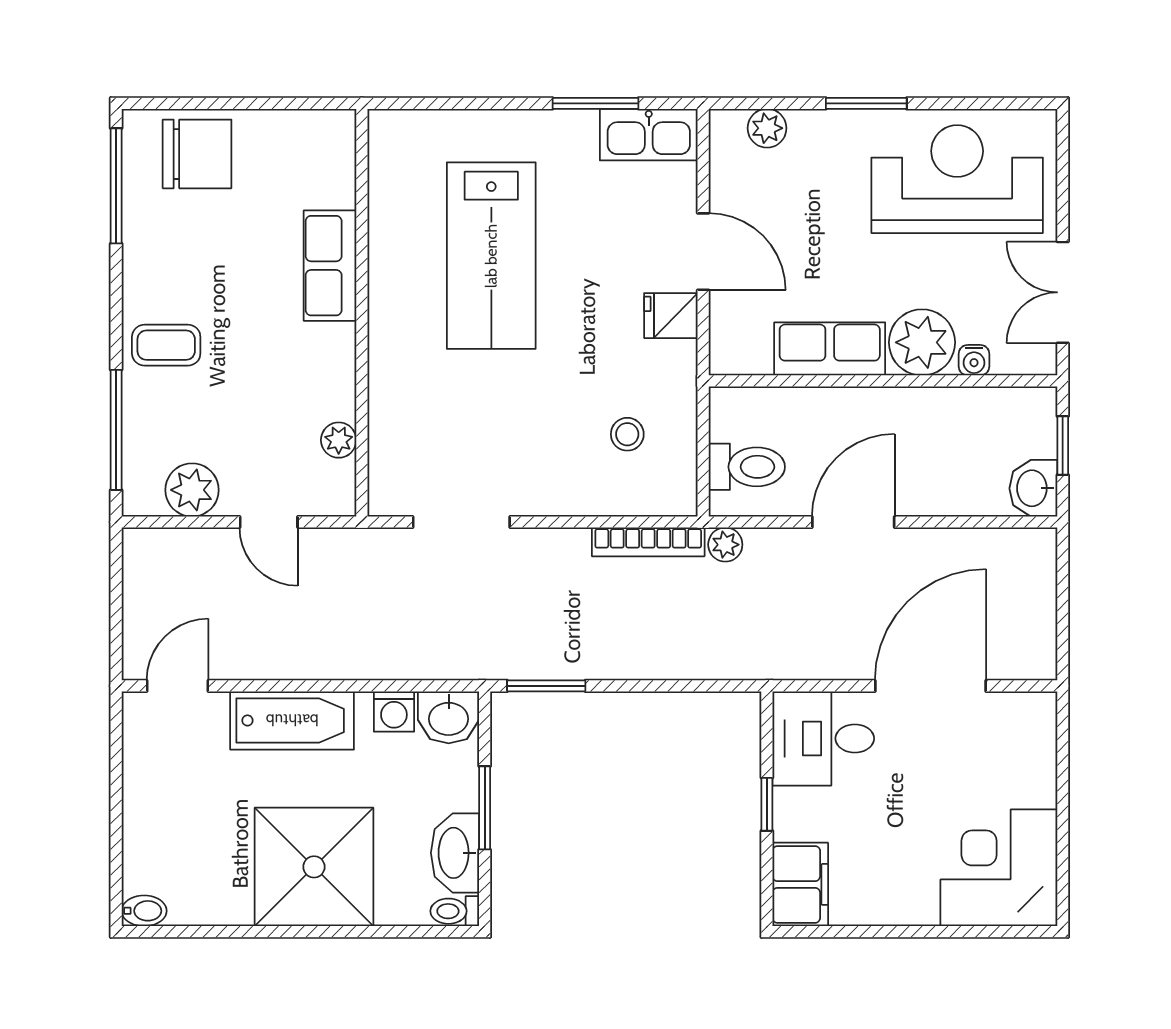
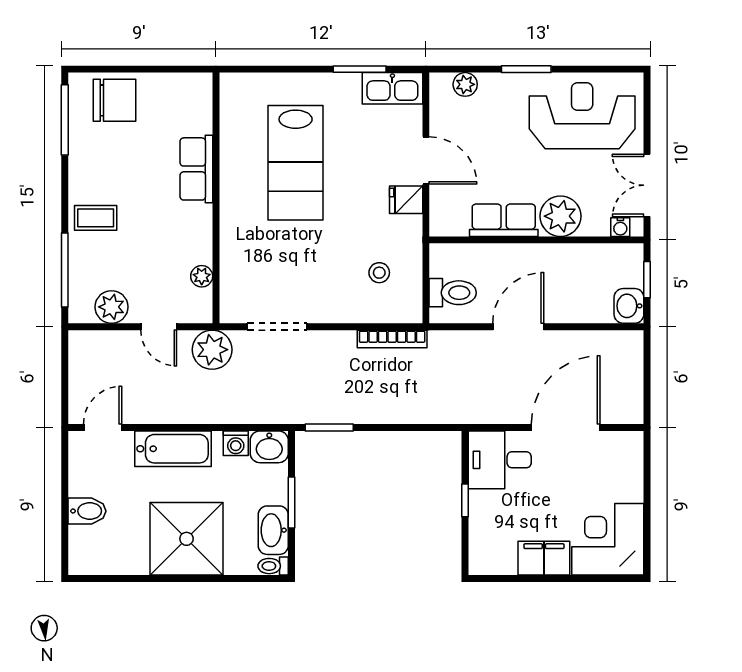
water cooler: (974, 360) -> (620, 227), moved
plant: (725, 545) -> (212, 350), moved, width x1.87, depth x1.87
filing cabinet: (800, 884) -> (544, 558), moved, turned -90
bidet: (144, 911) -> (87, 511), moved, width x1.38, depth x1.36

